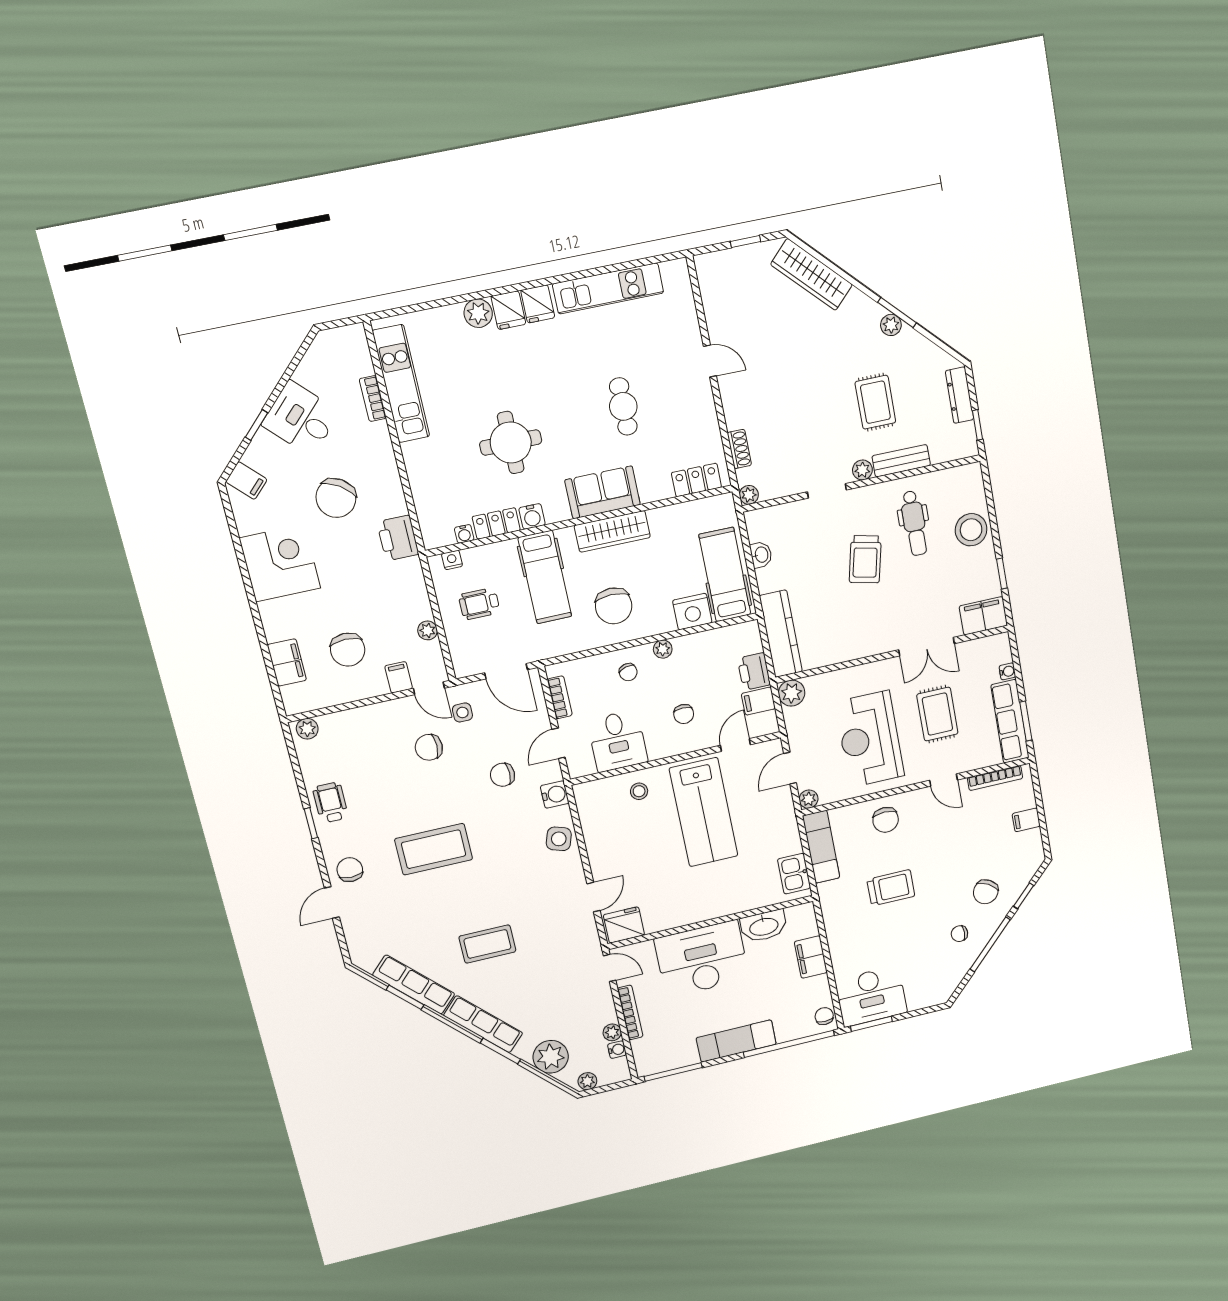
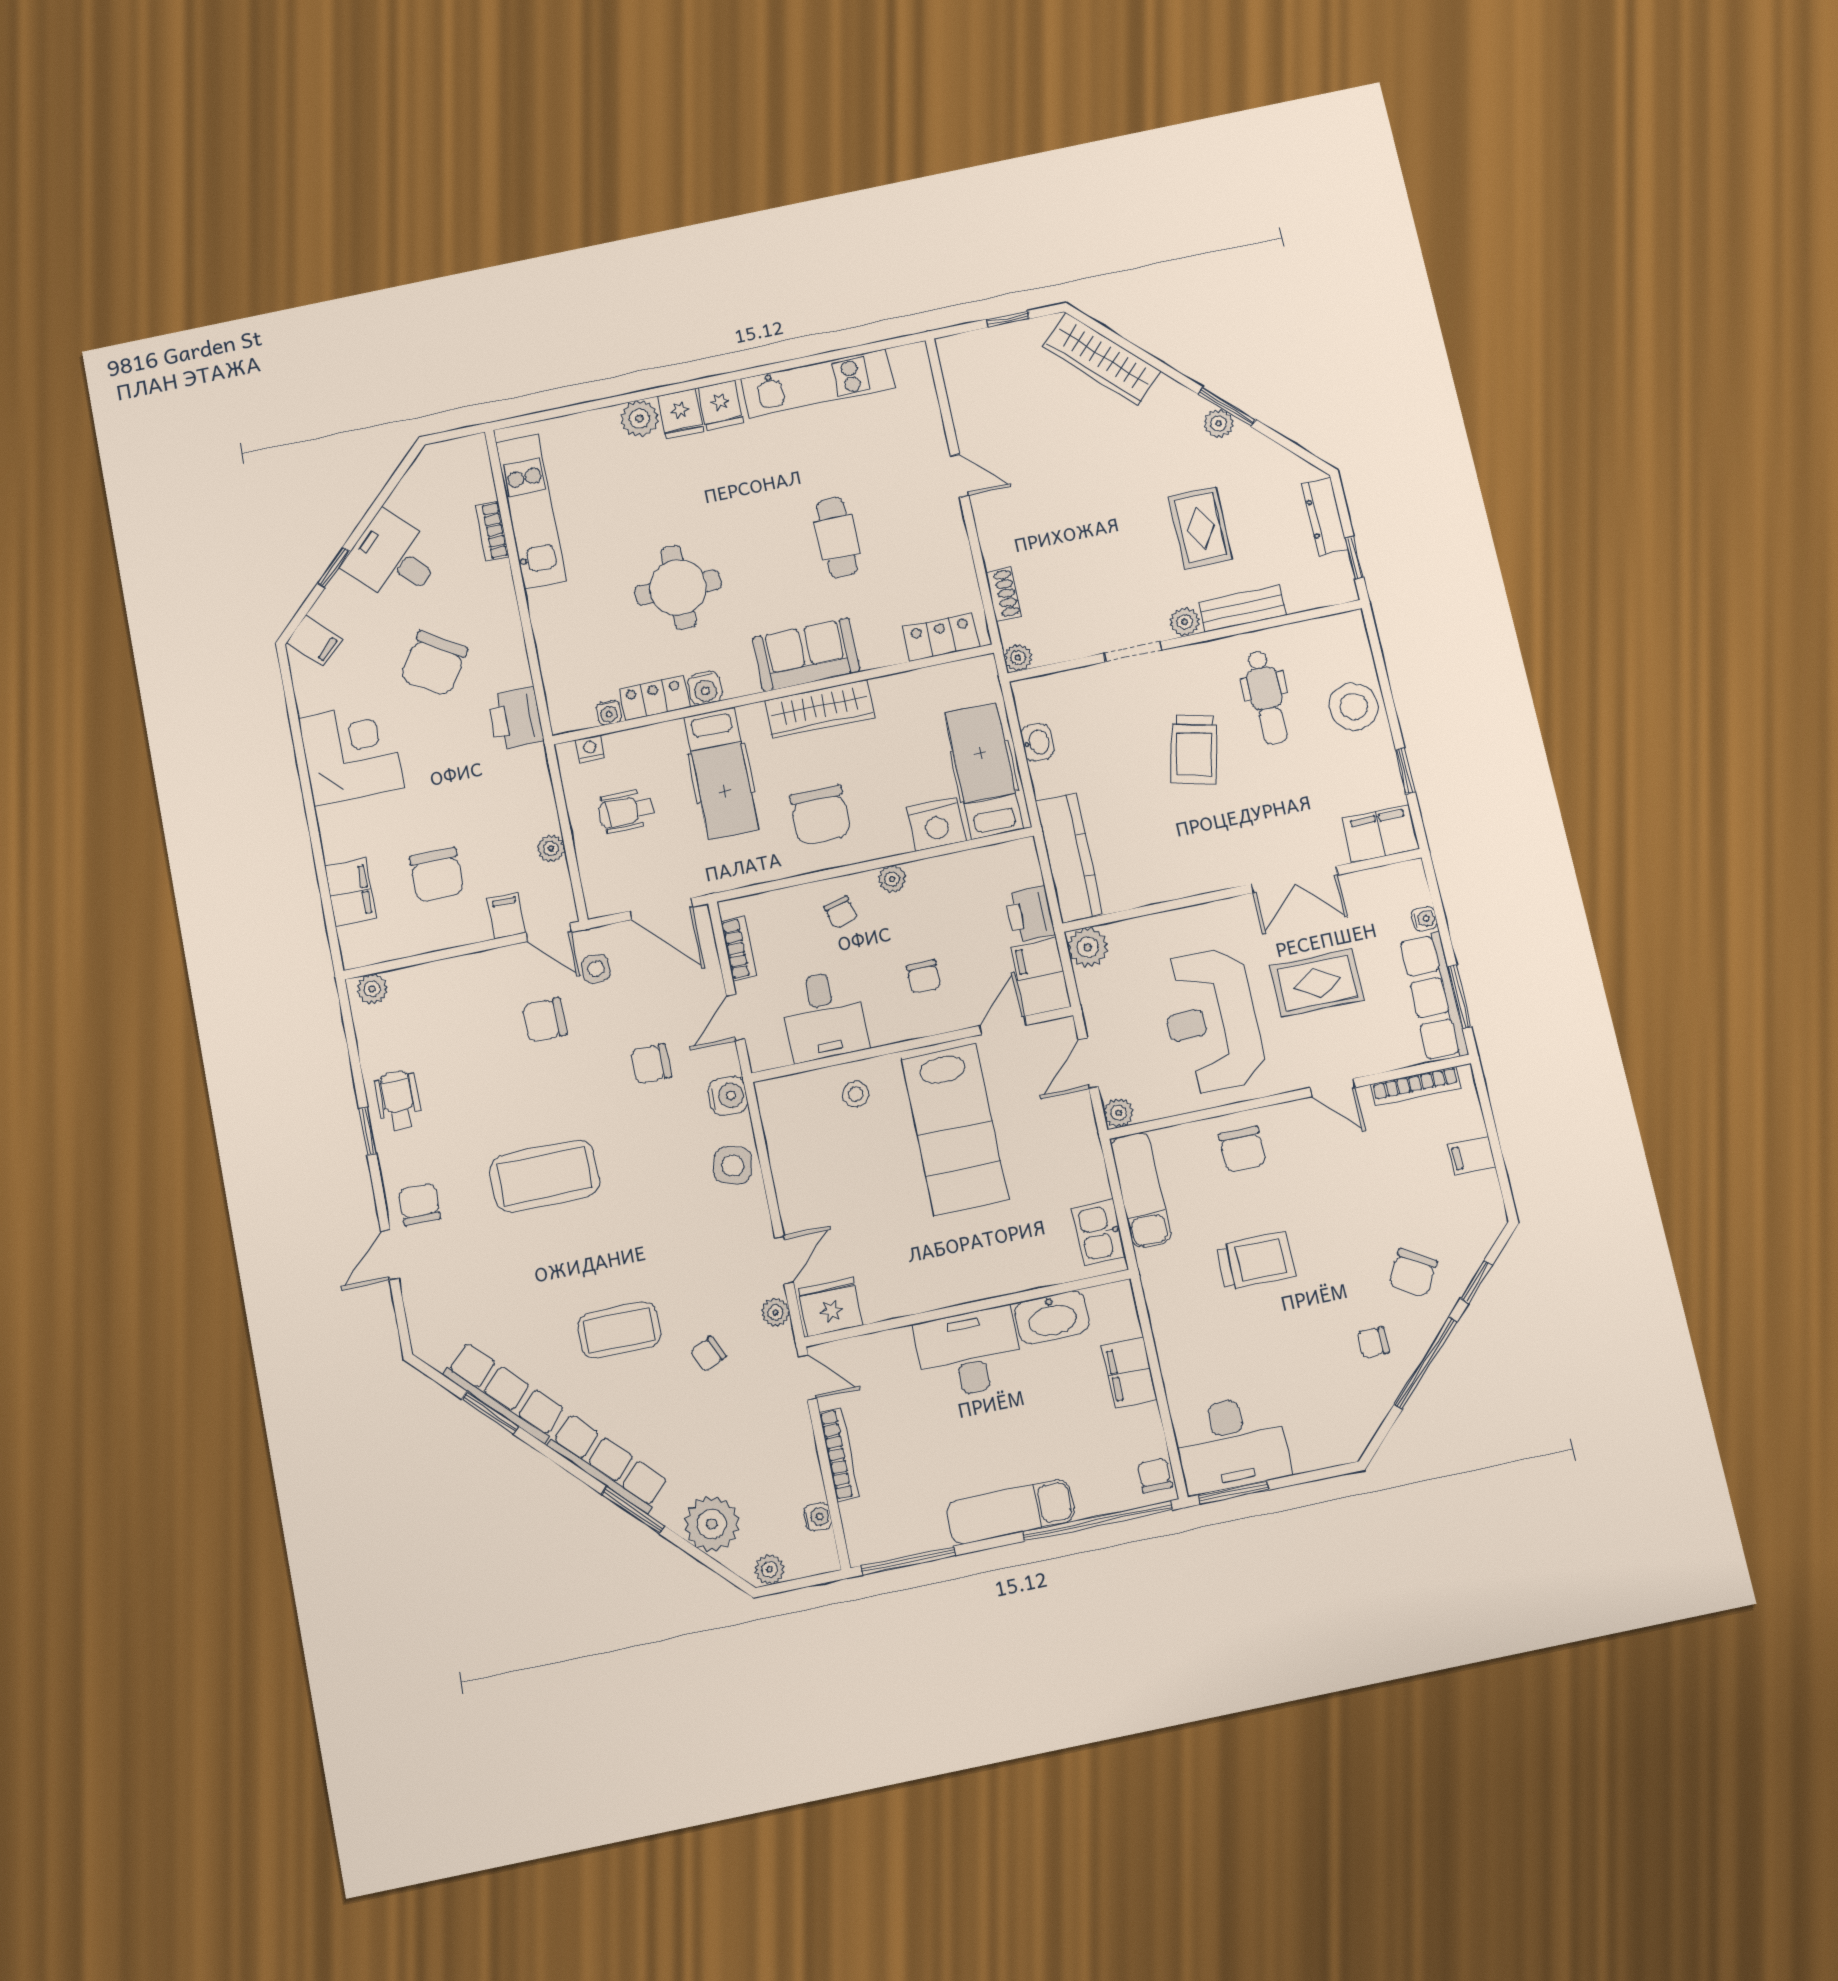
rug: (937, 714) -> (1317, 983), turned 90
chair: (546, 956) -> (708, 1354), added
desk: (702, 959) -> (969, 1353), width x0.73, depth x0.77
plant: (612, 1032) -> (776, 1312), moved

